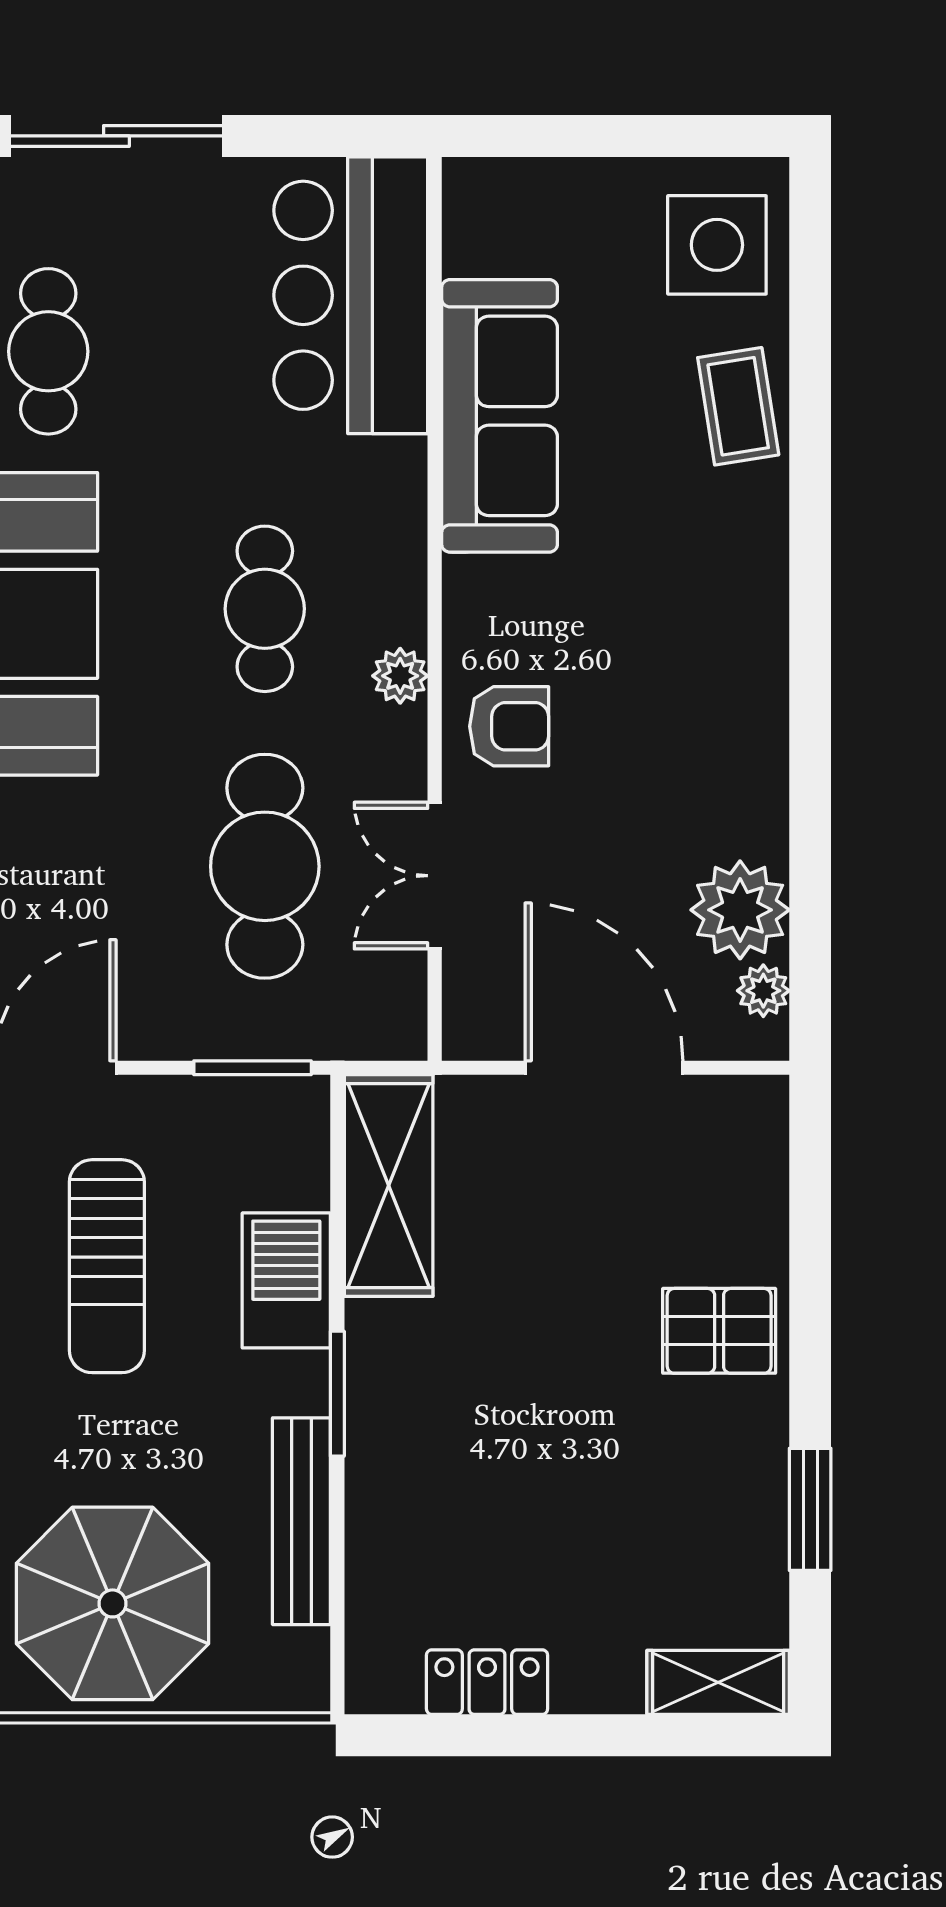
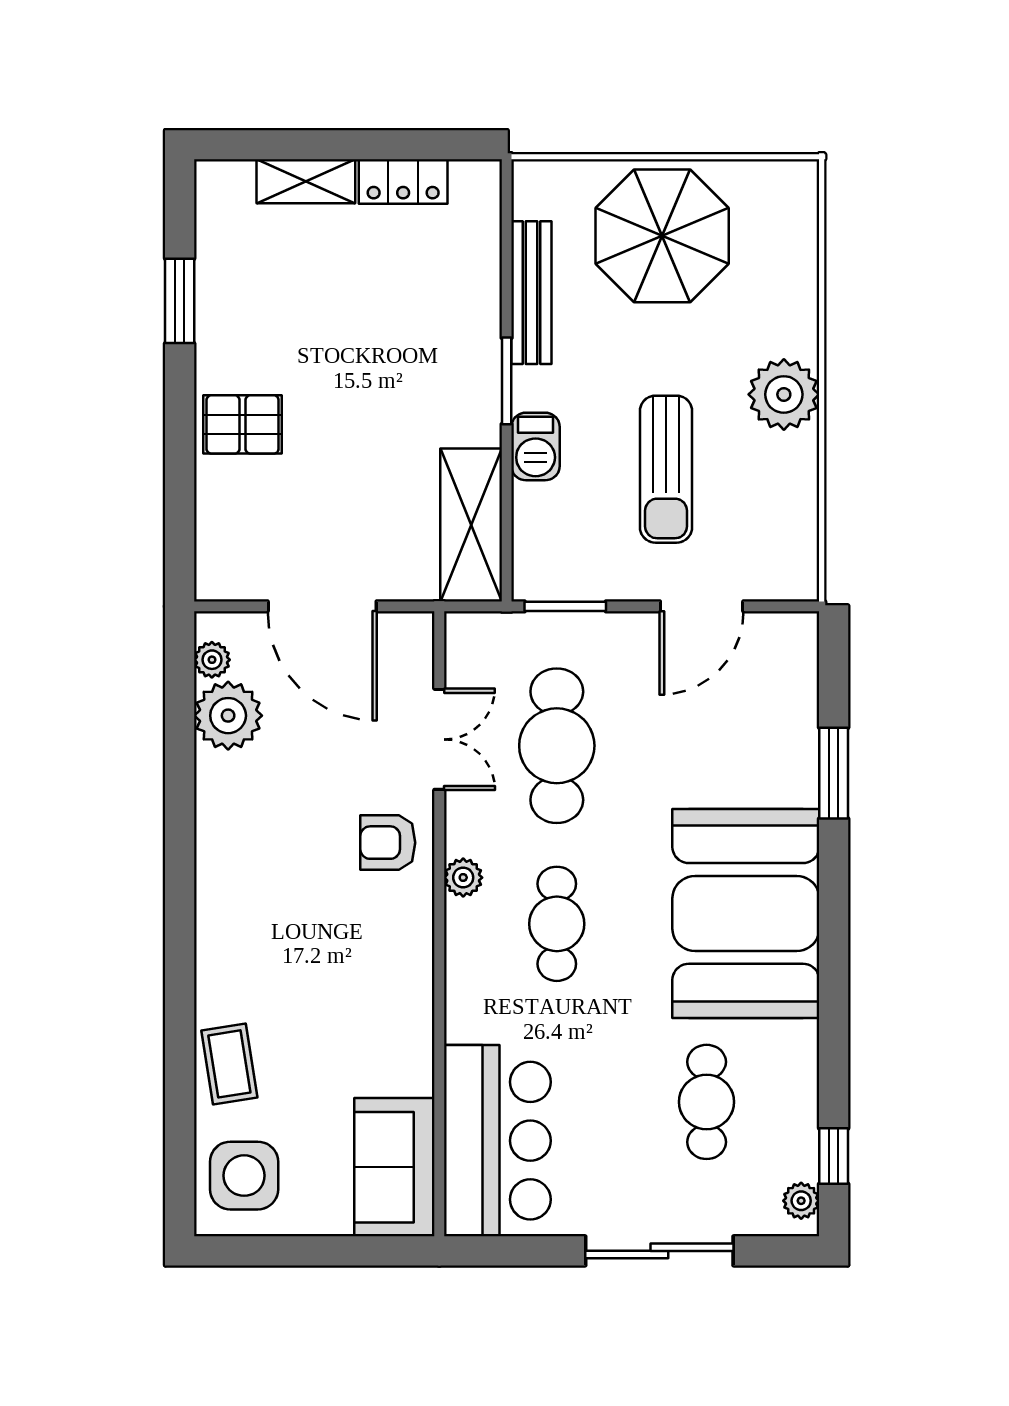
sofa: (500, 416) -> (394, 1167), moved, width x0.73
sun lounger: (107, 1266) -> (666, 469), turned 180
barbecue: (286, 1280) -> (536, 446), width x0.73, depth x0.79
shelving: (718, 1682) -> (306, 181), moved

